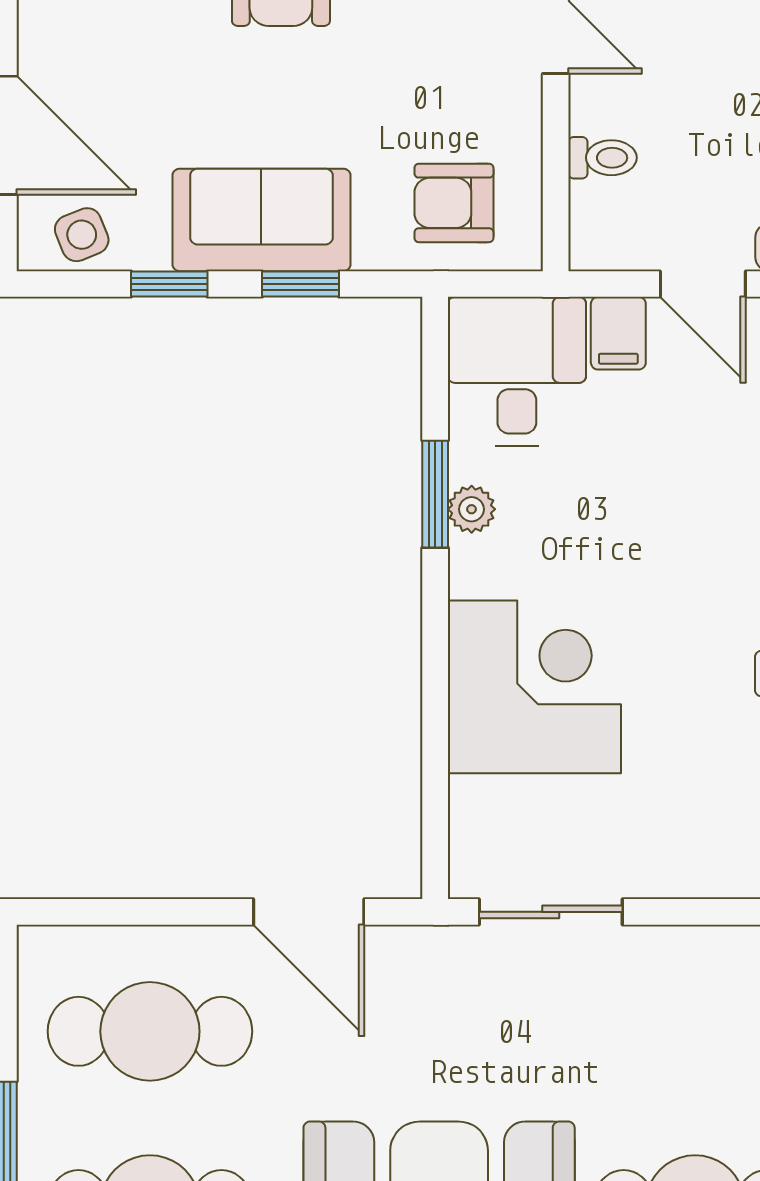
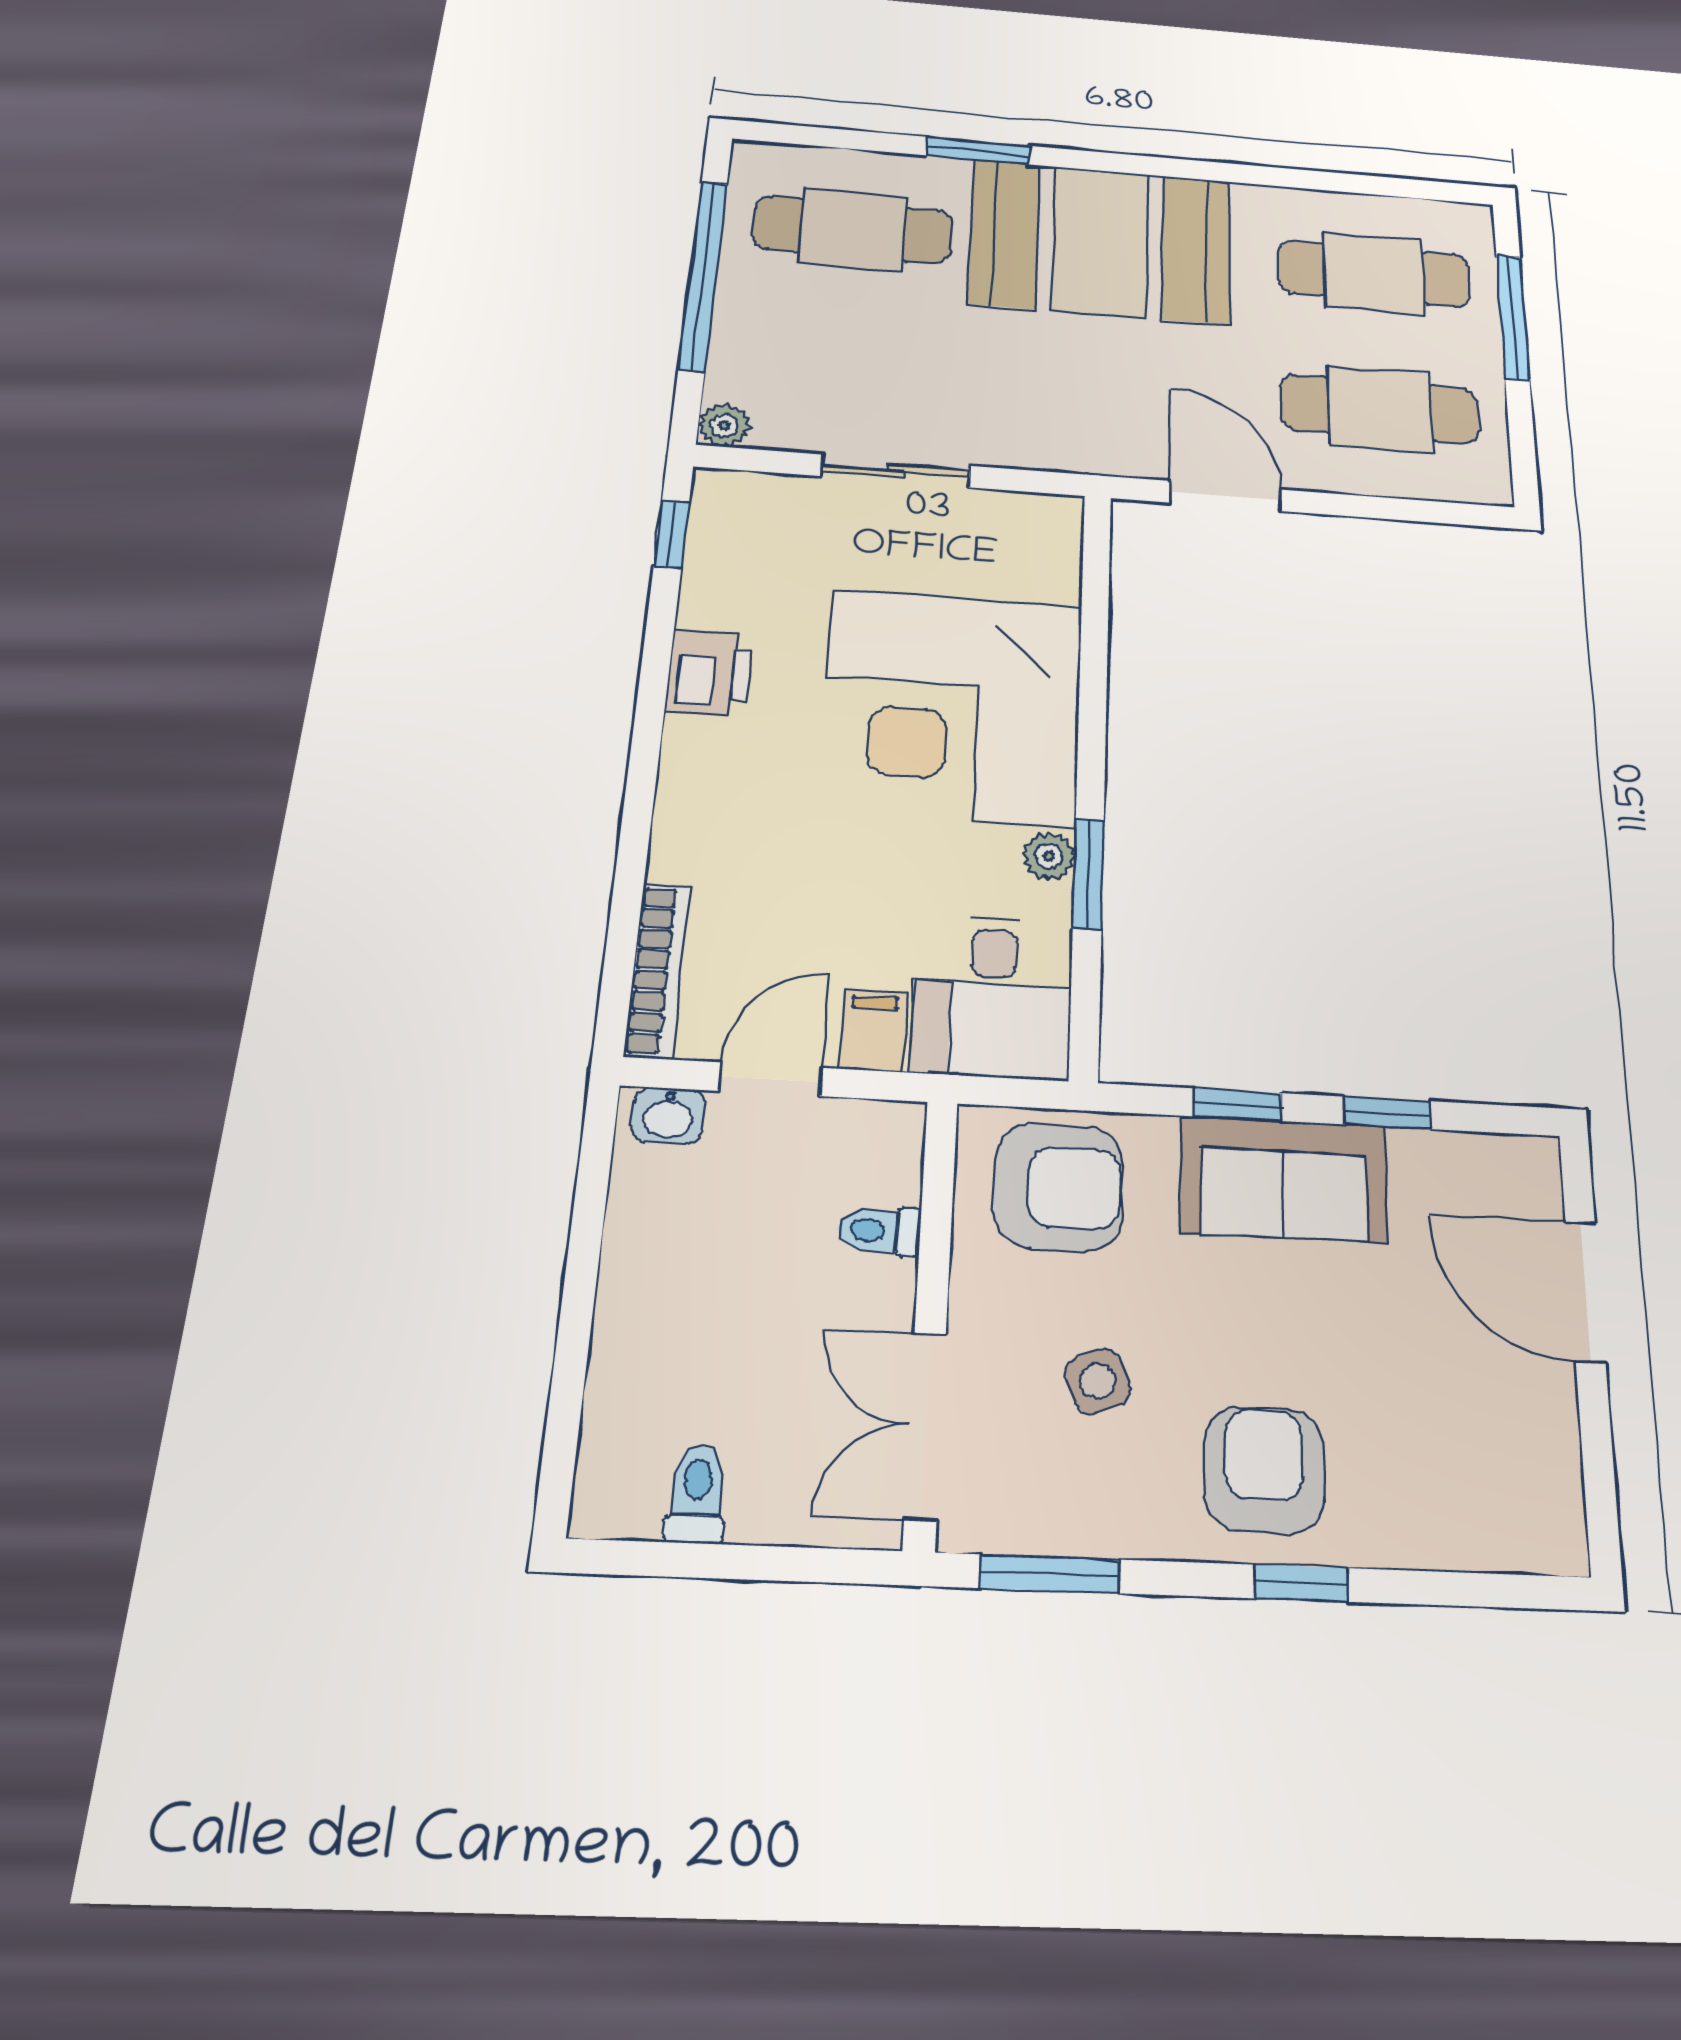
armchair: (454, 203) -> (1059, 1187), width x1.38, depth x1.38
side table: (82, 235) -> (1098, 1381), moved
door: (703, 284) -> (770, 1079), hinge flipped
corner desk: (534, 687) -> (953, 707), width x1.36, depth x1.36
sliding door: (551, 912) -> (896, 471), moved

